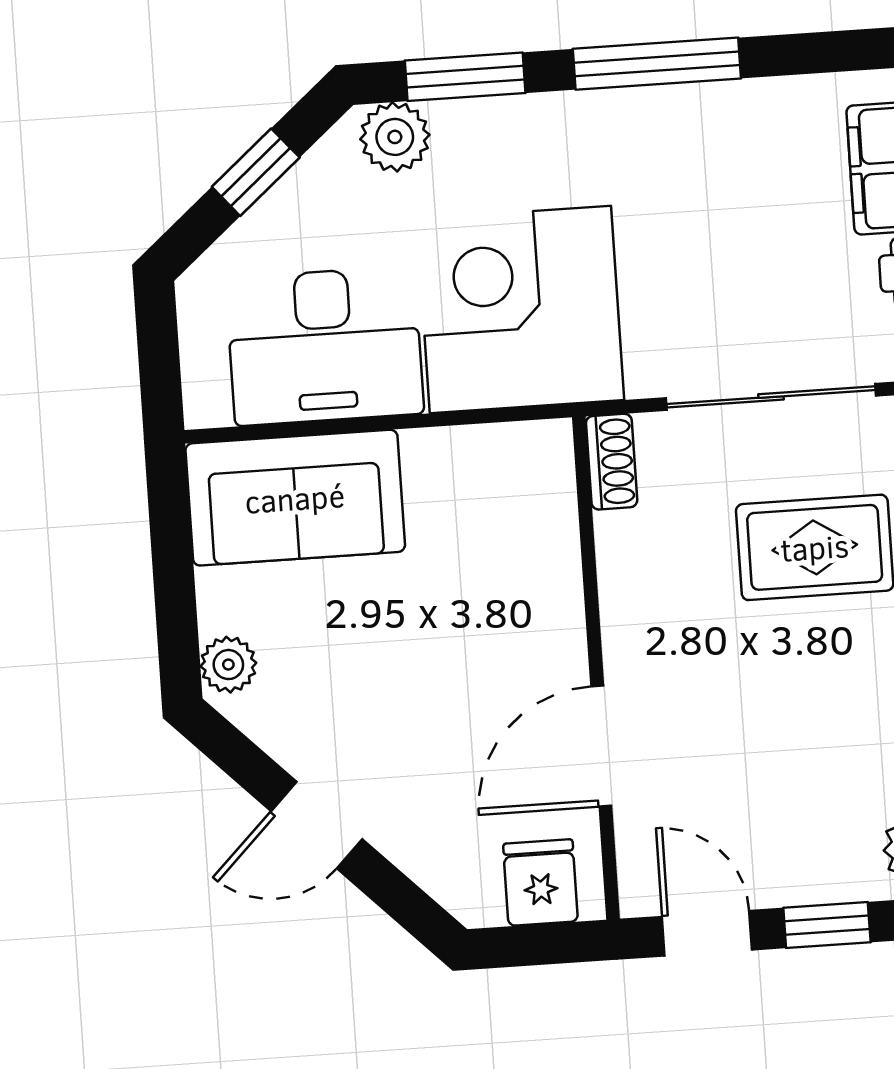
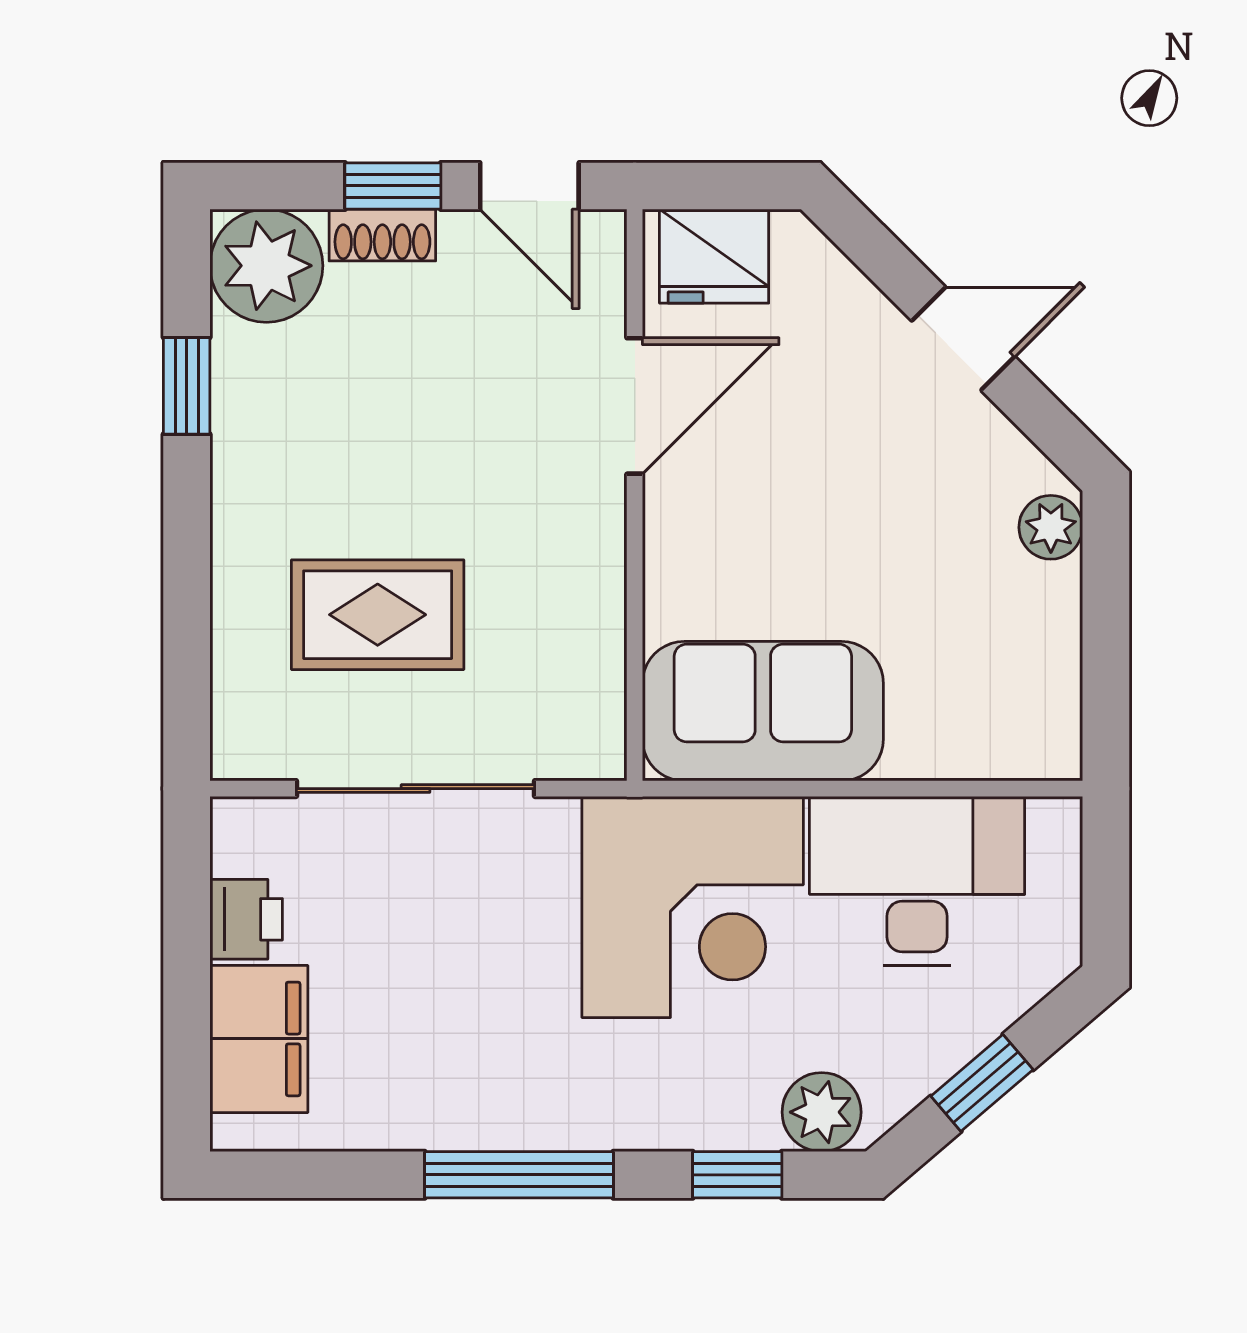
window: (465, 77) -> (737, 1175), width x0.67
shoe rack: (612, 462) -> (382, 235), moved, turned -90
sofa: (295, 498) -> (763, 711), moved
fridge: (541, 883) -> (714, 256), width x1.38

